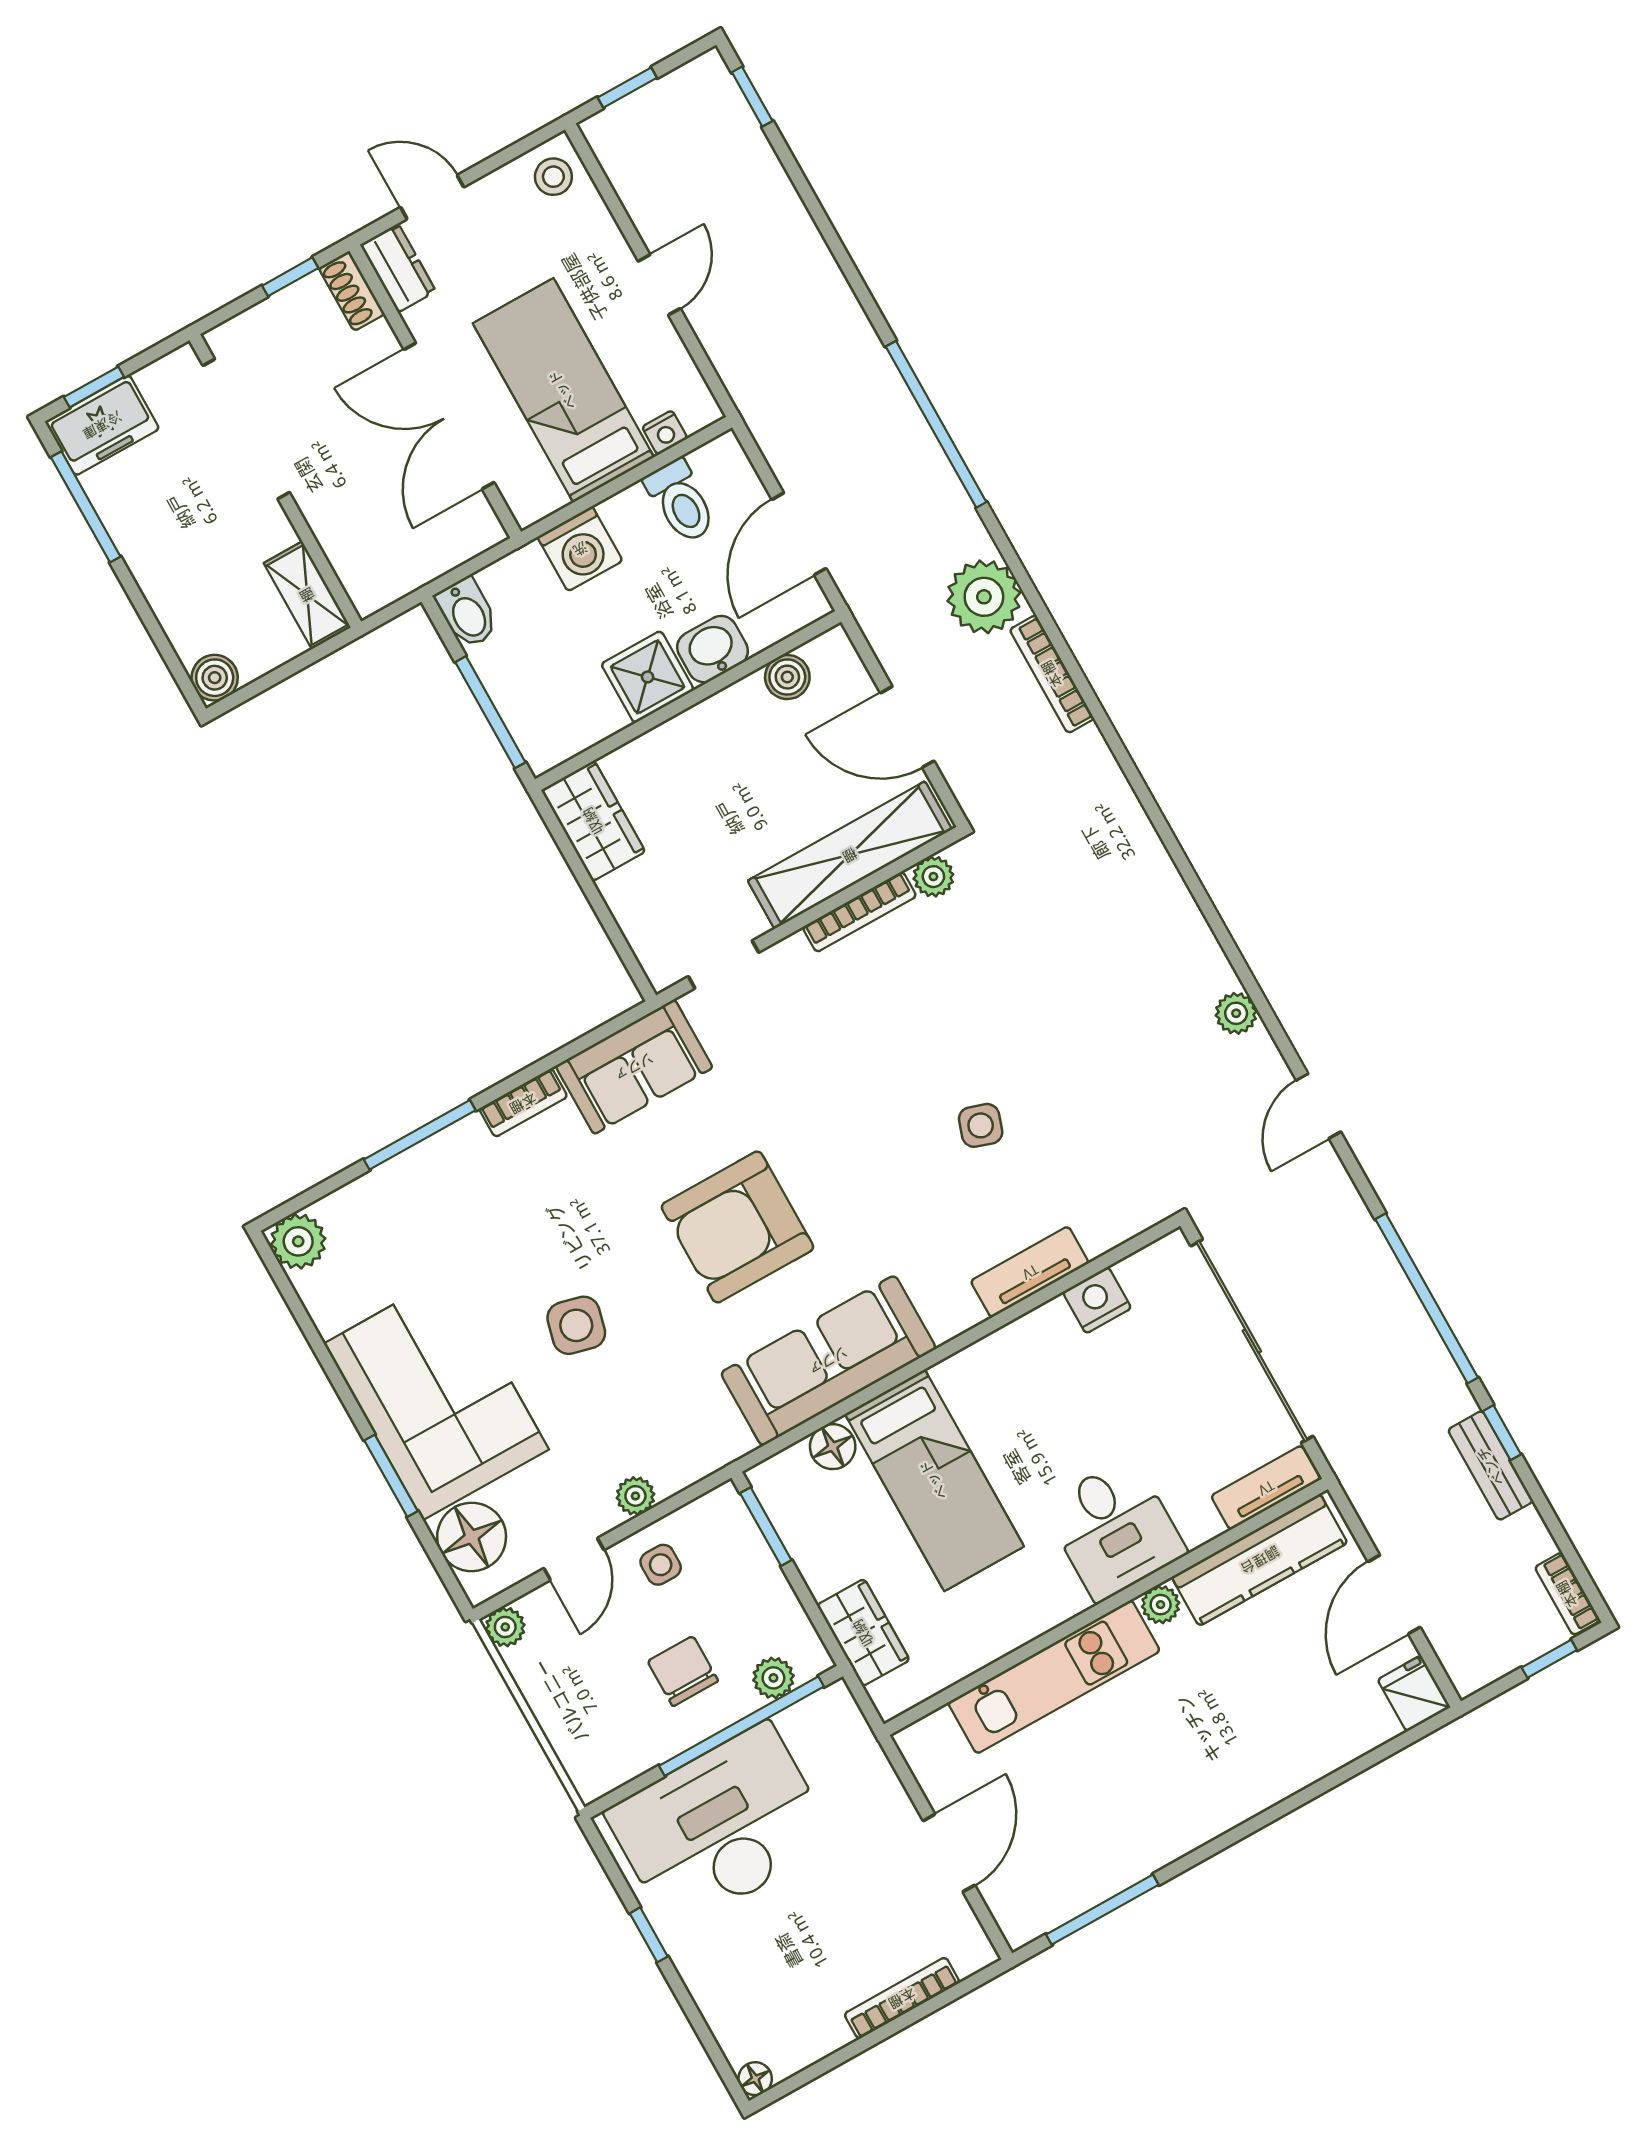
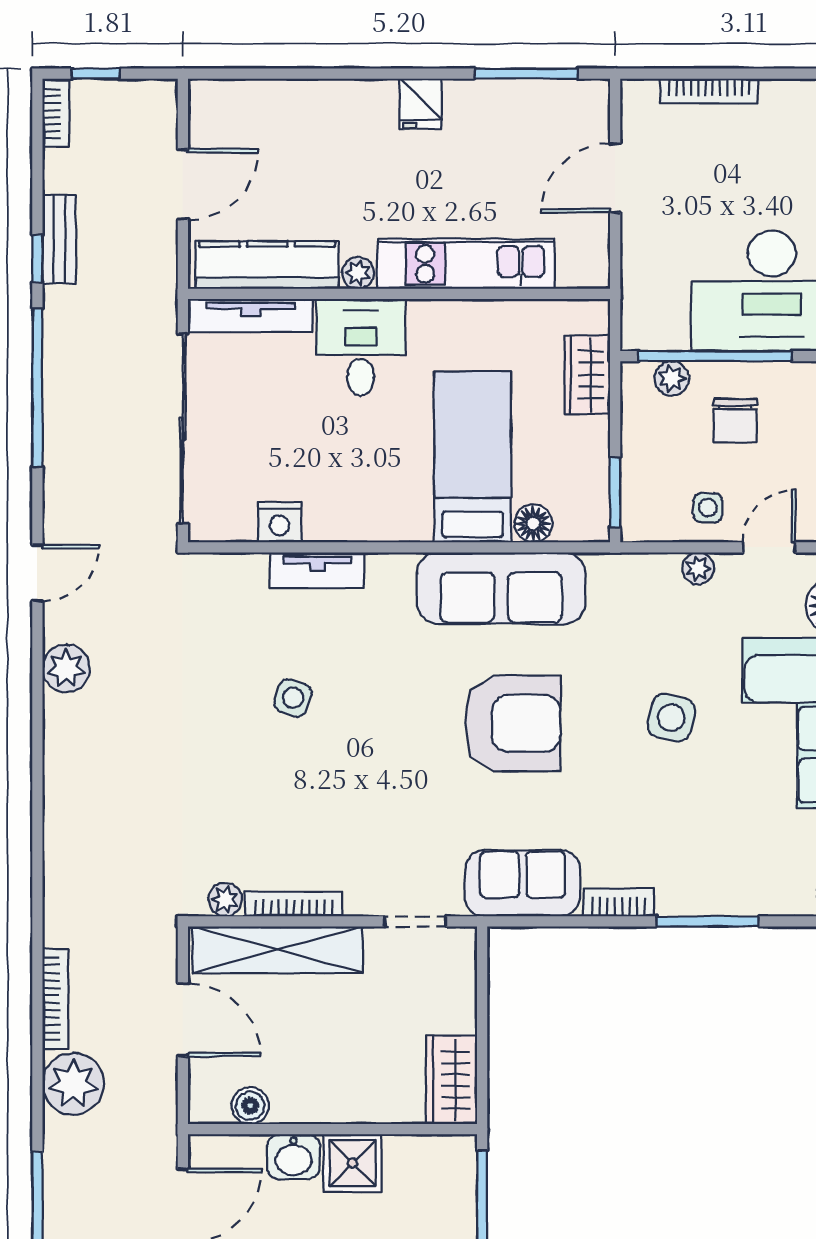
plant: (1236, 1013) -> (66, 668), width x1.38, depth x1.38
tv unit: (1266, 1488) -> (251, 316), width x1.41
fridge: (1414, 1693) -> (421, 104), moved

